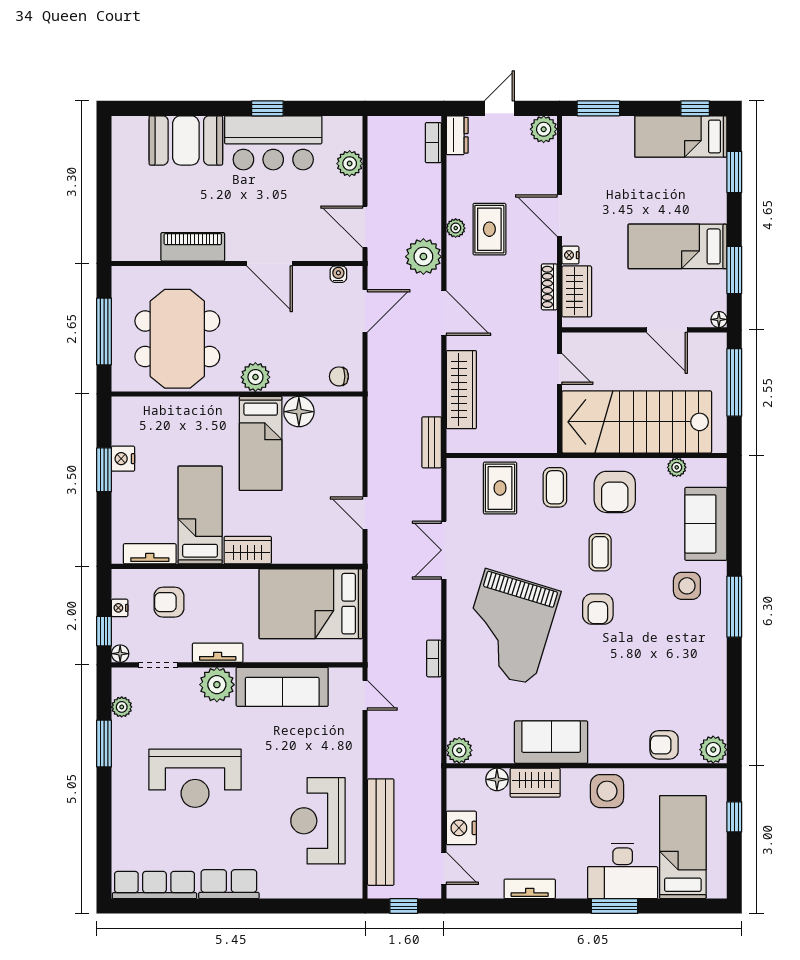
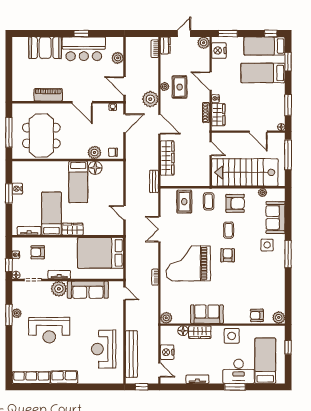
nightstand: (578, 147) -> (219, 50), added
bed: (678, 246) -> (263, 73), moved
plant: (255, 377) -> (94, 153), moved
armchair: (615, 492) -> (235, 203), turned -90
armchair: (598, 609) -> (228, 255), turned 180
grand piano: (509, 627) -> (188, 263), turned 73
plant: (122, 707) -> (17, 313), moved

